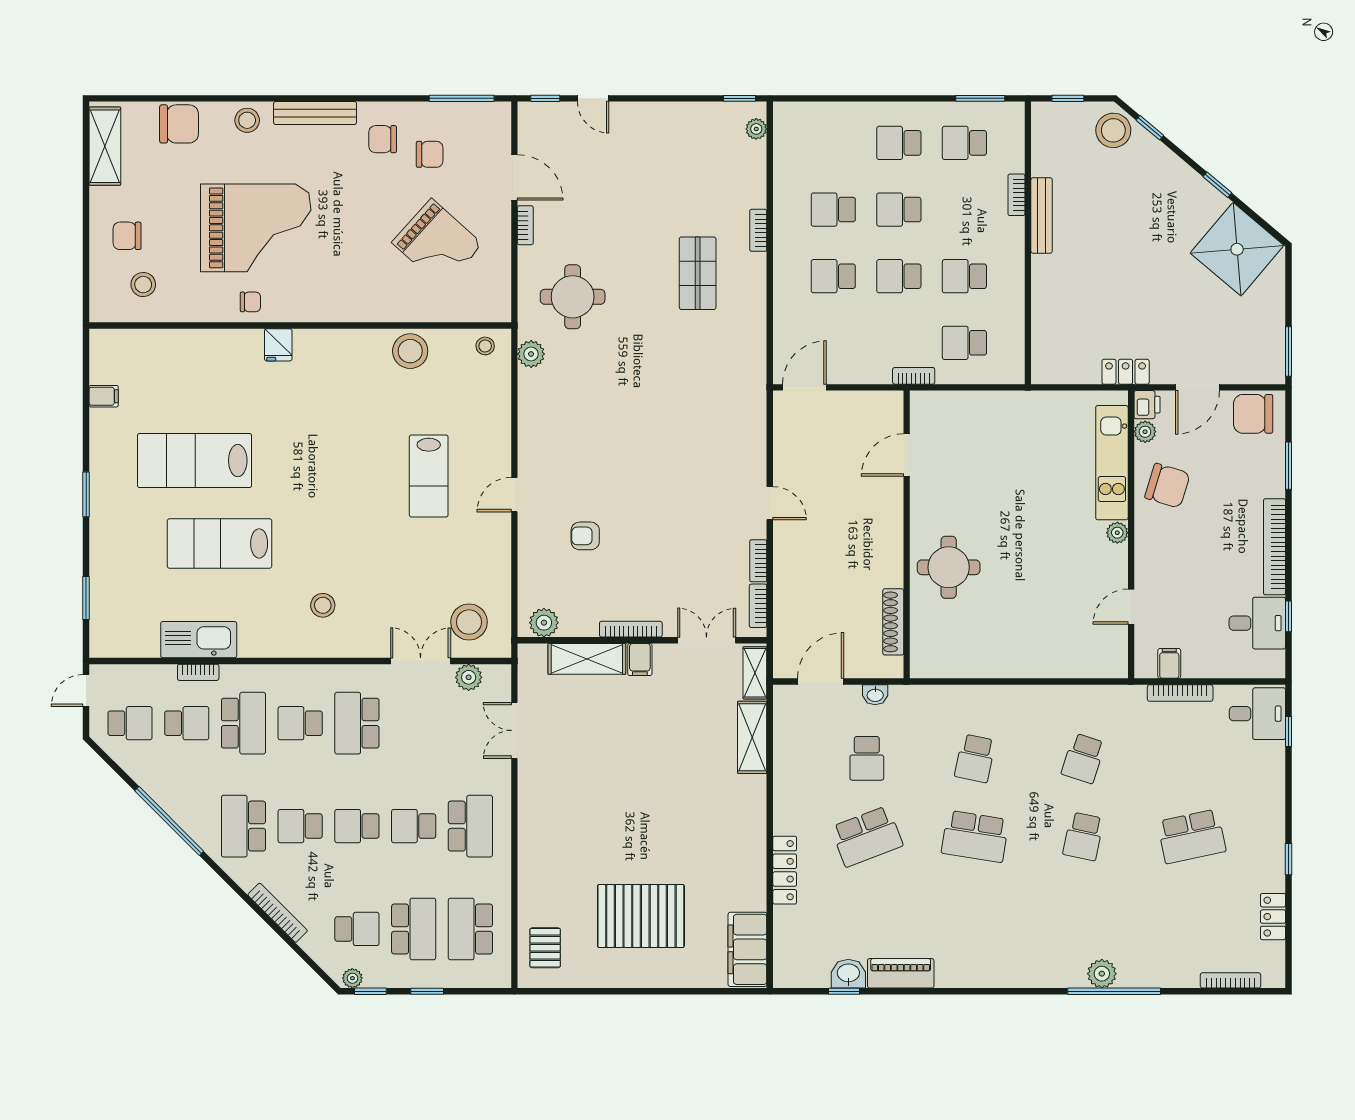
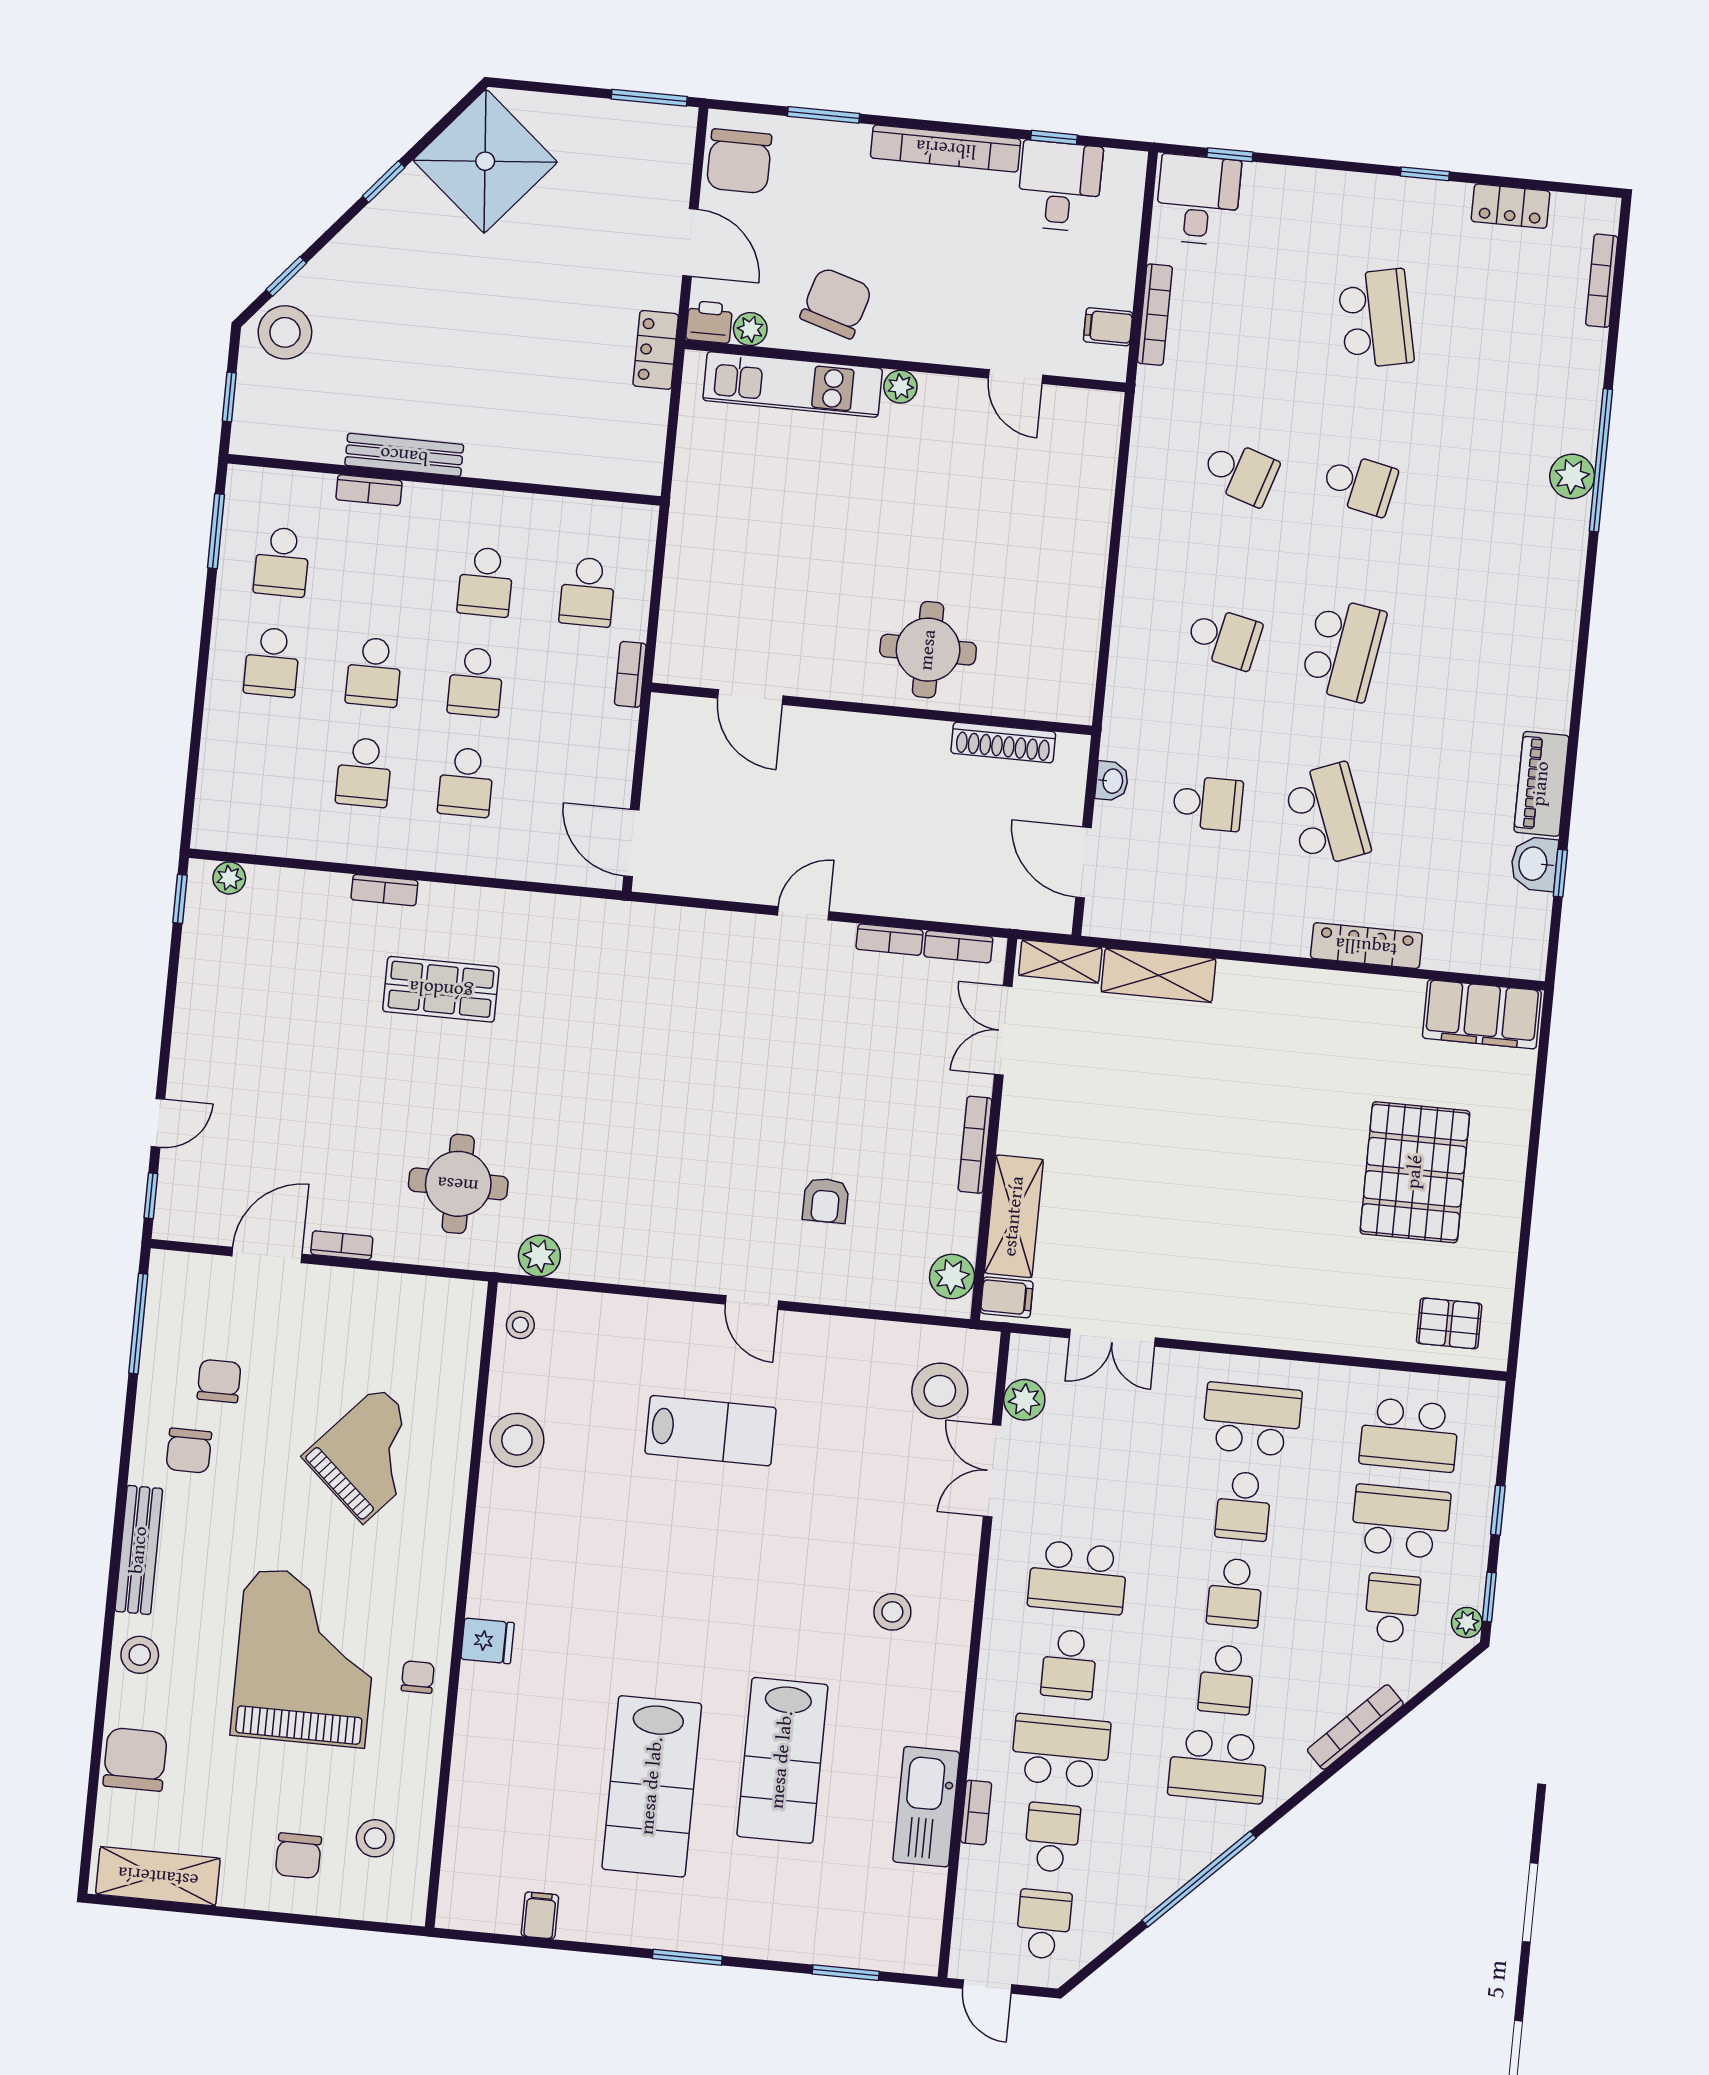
grand piano: (437, 243) -> (371, 1454), moved
filing cabinet: (640, 659) -> (1007, 1297), moved

